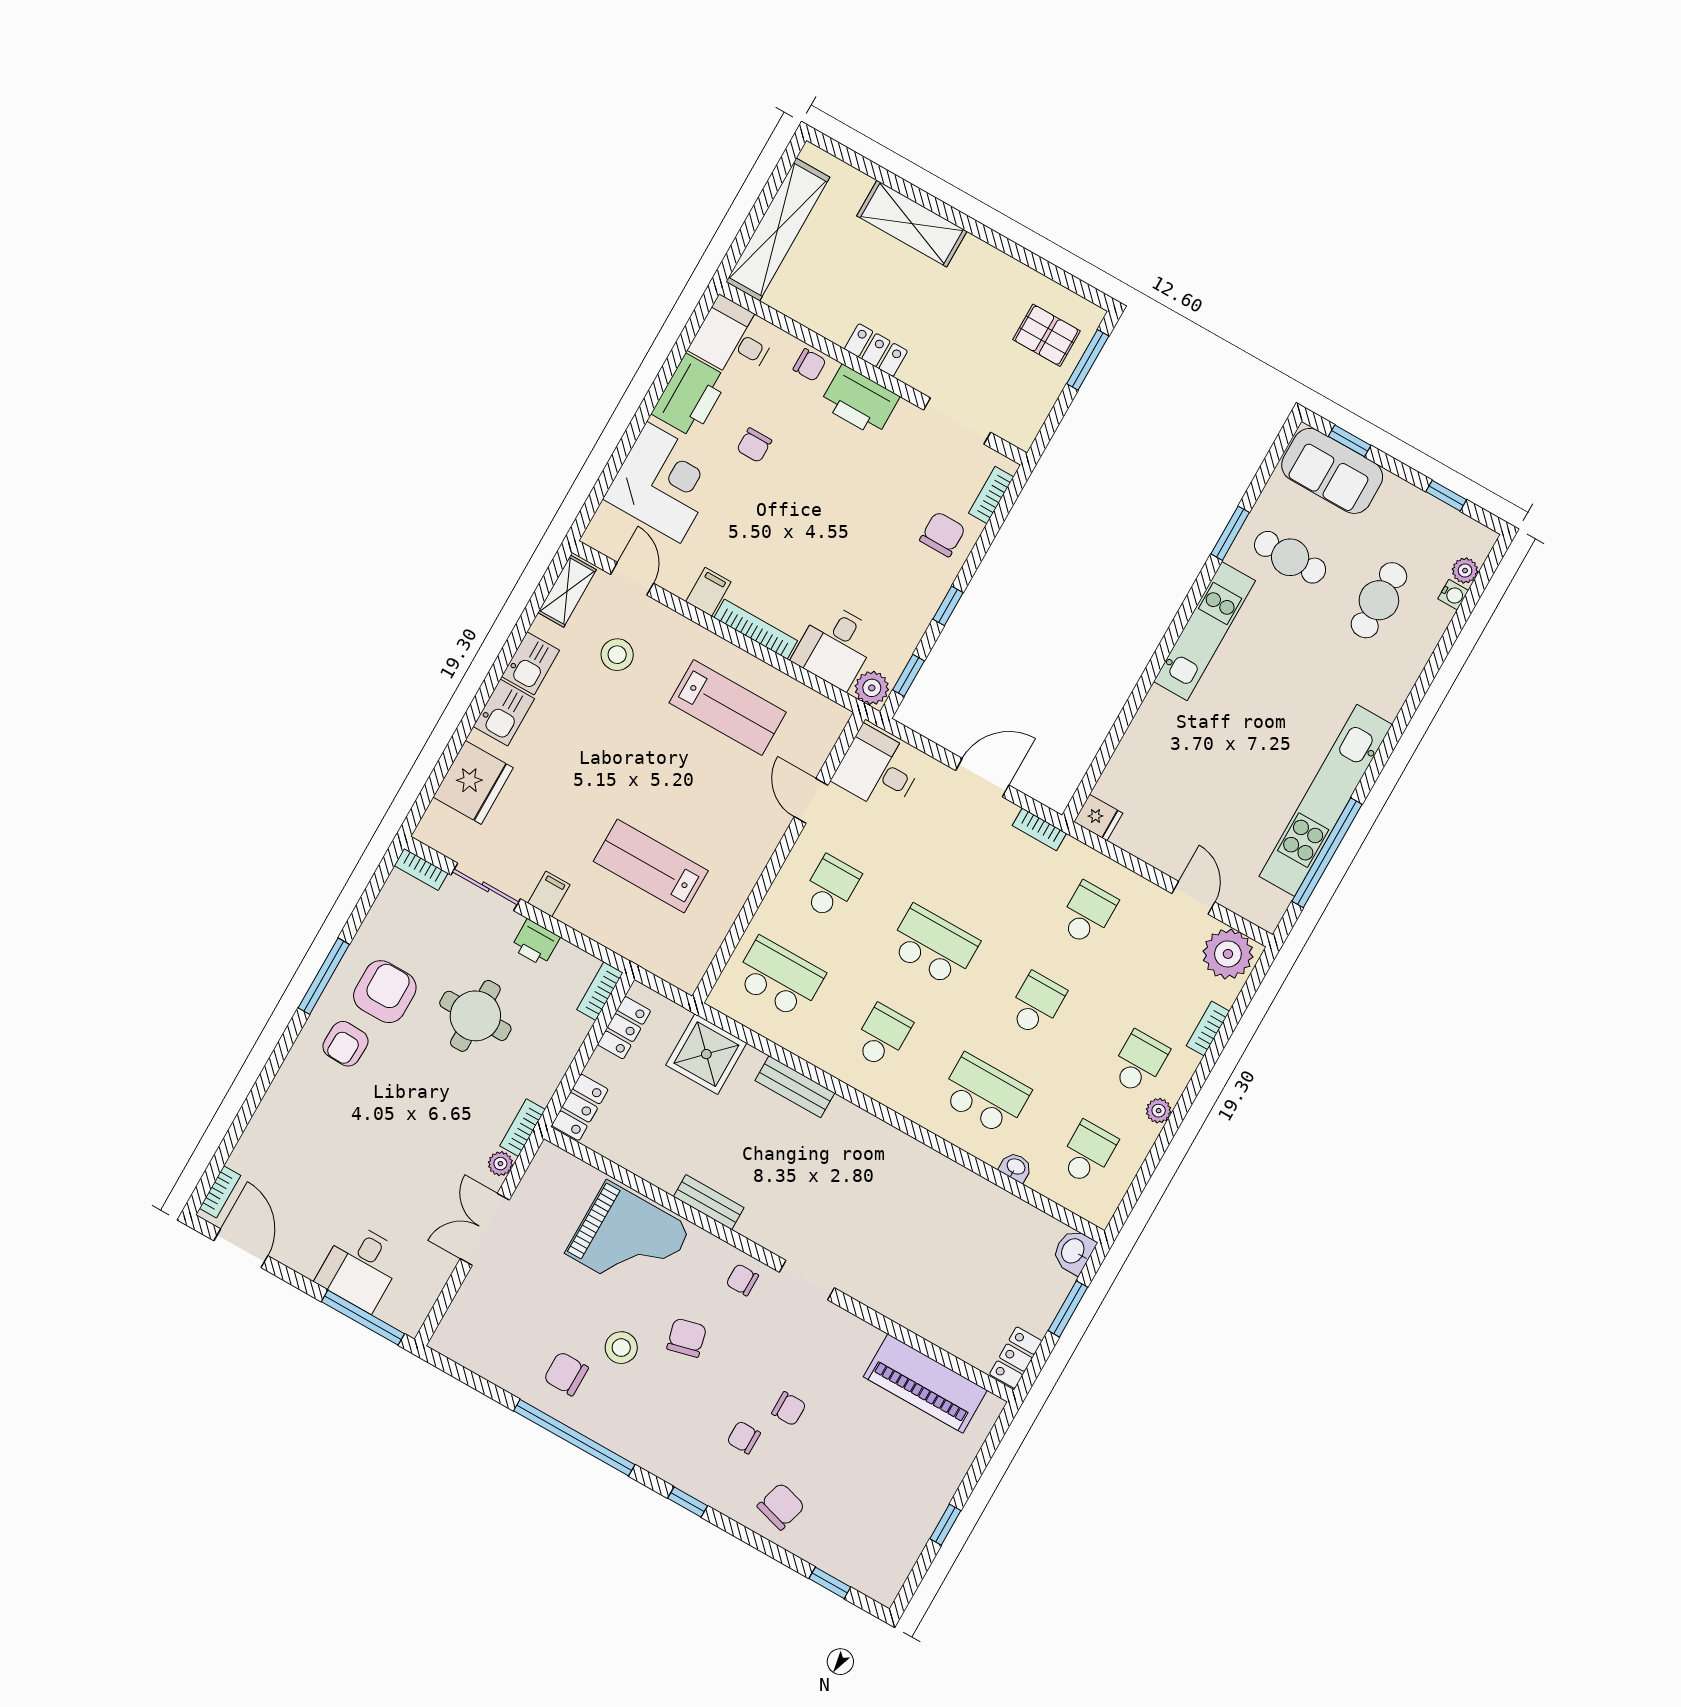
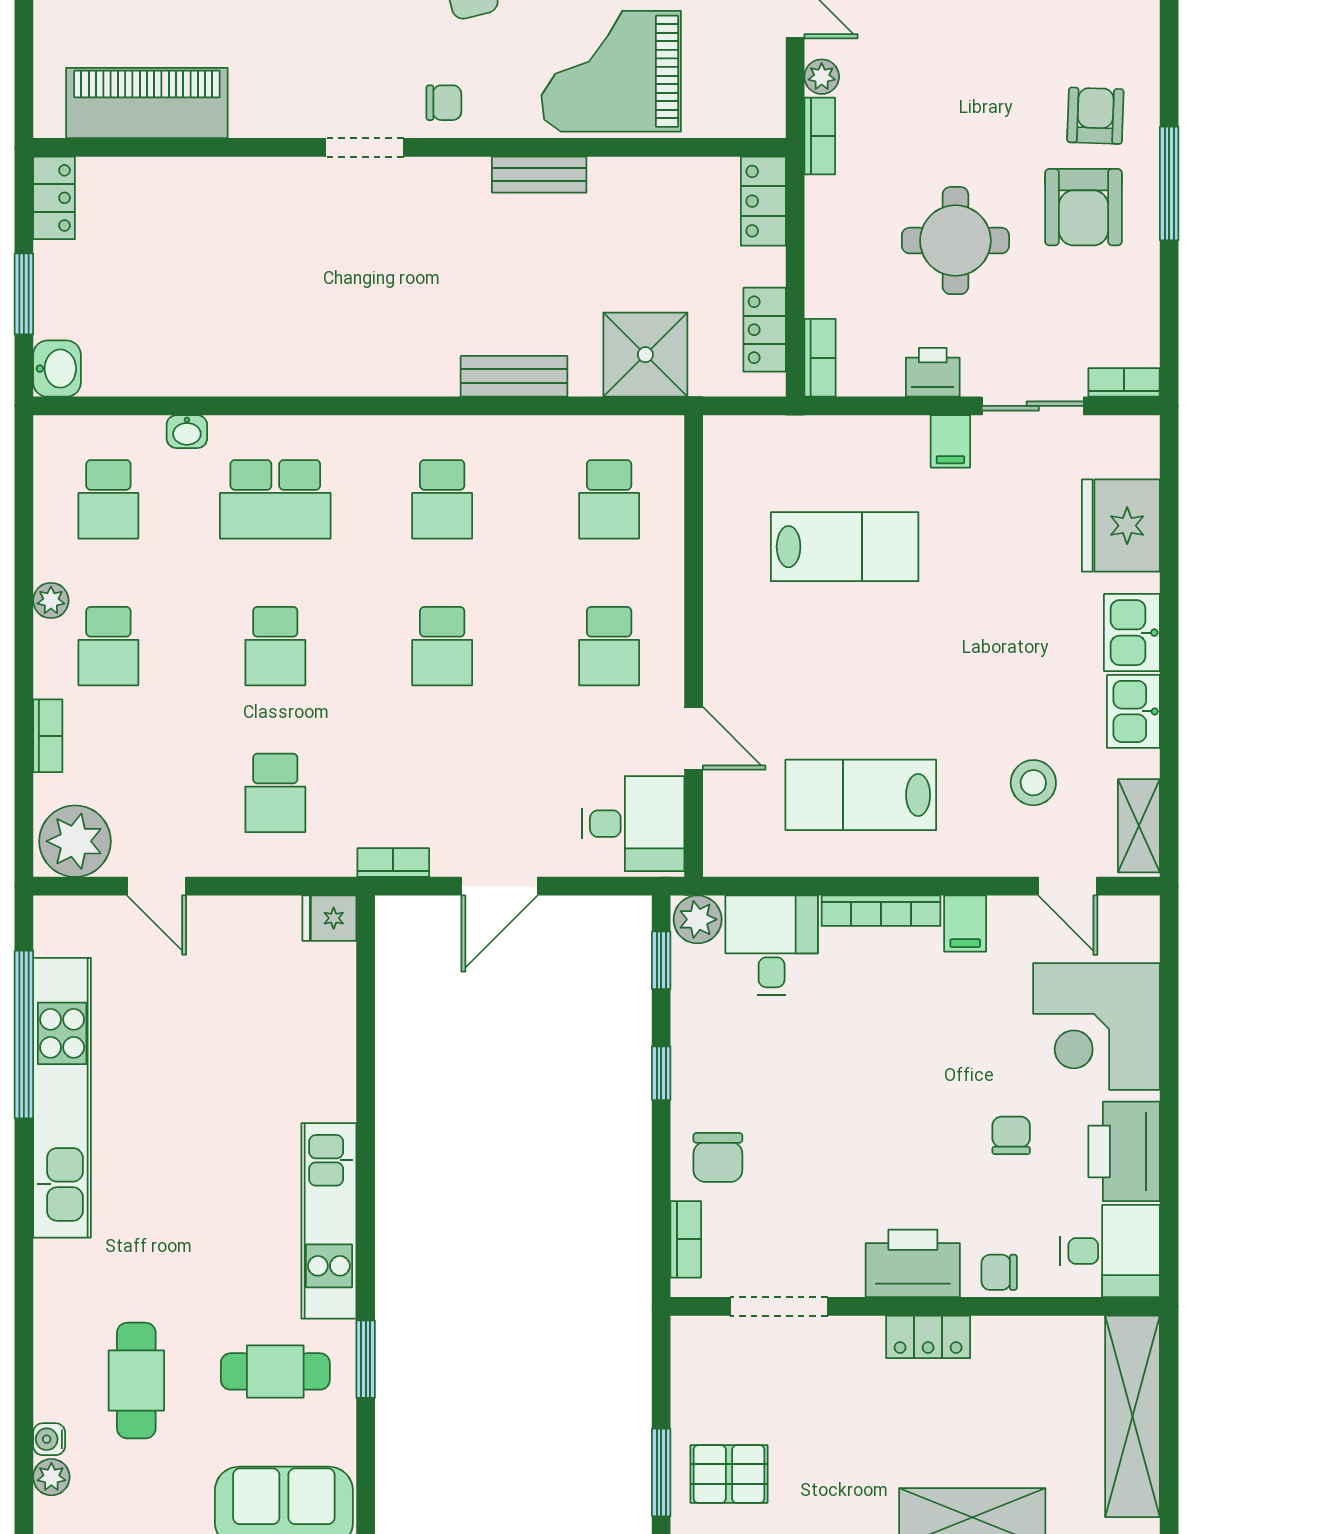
school desk: (933, 946) -> (442, 646), width x0.54
school desk: (779, 978) -> (609, 499), width x0.54

